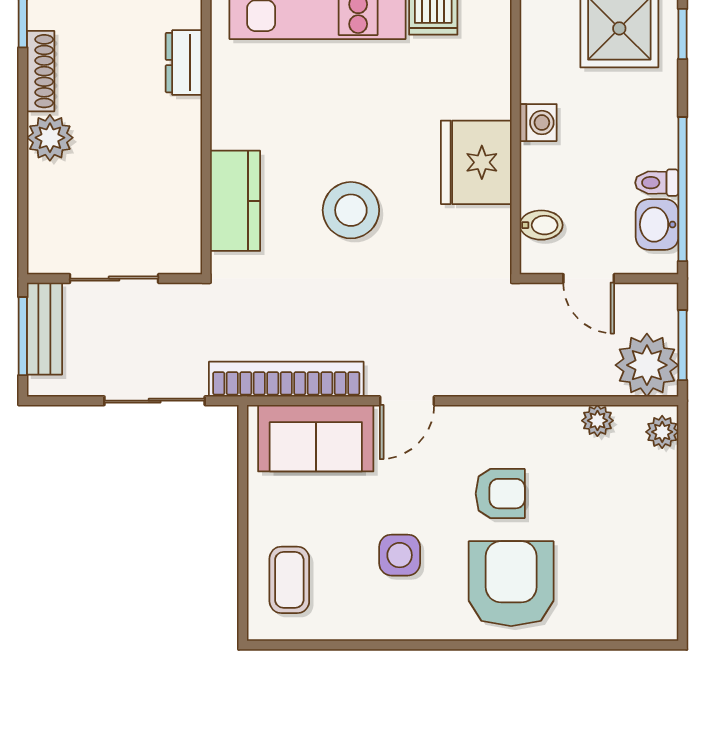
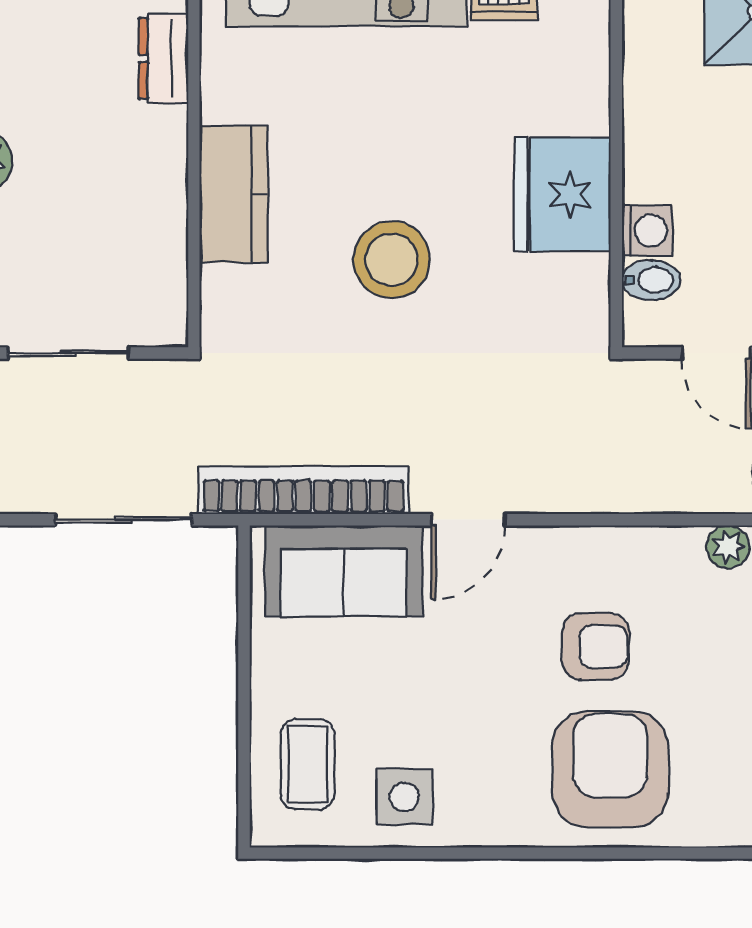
washing machine: (538, 123) -> (647, 230), moved
kitchen counter: (235, 201) -> (234, 194), moved
side table: (400, 555) -> (404, 797), moved

